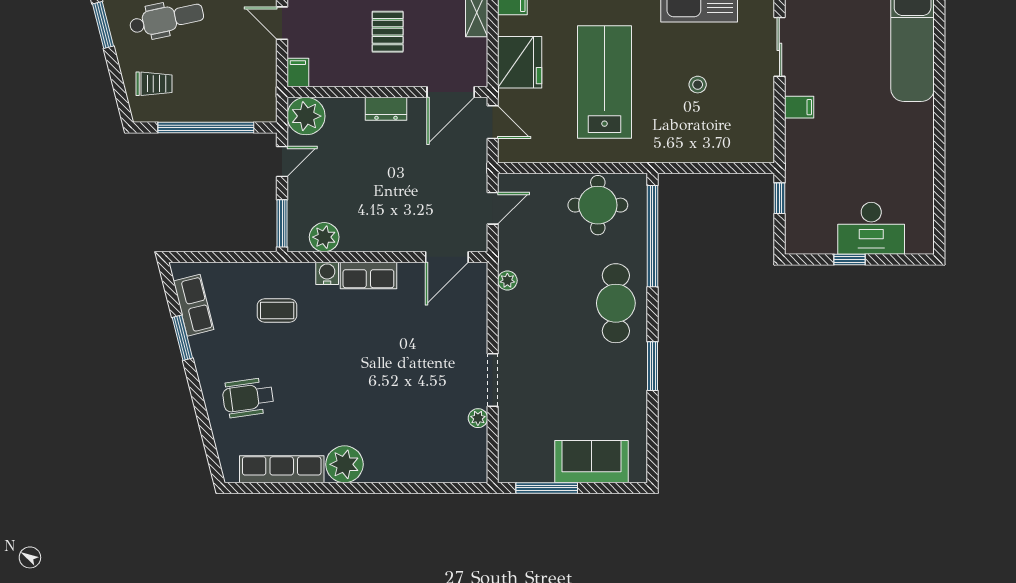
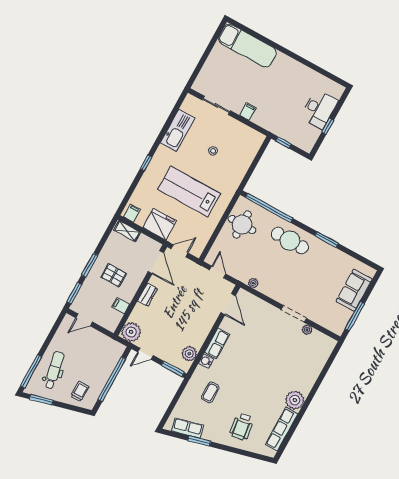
filing cabinet: (298, 73) -> (121, 306), moved
door: (282, 161) -> (145, 354), swing flipped

